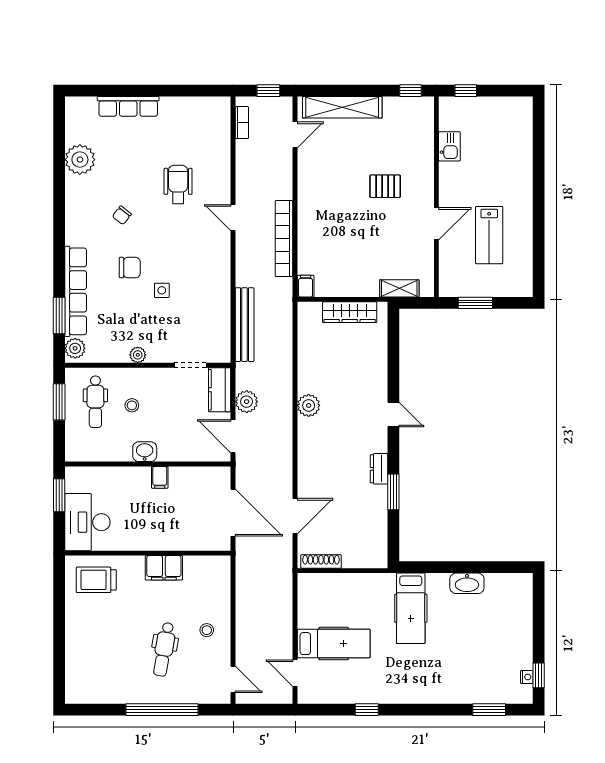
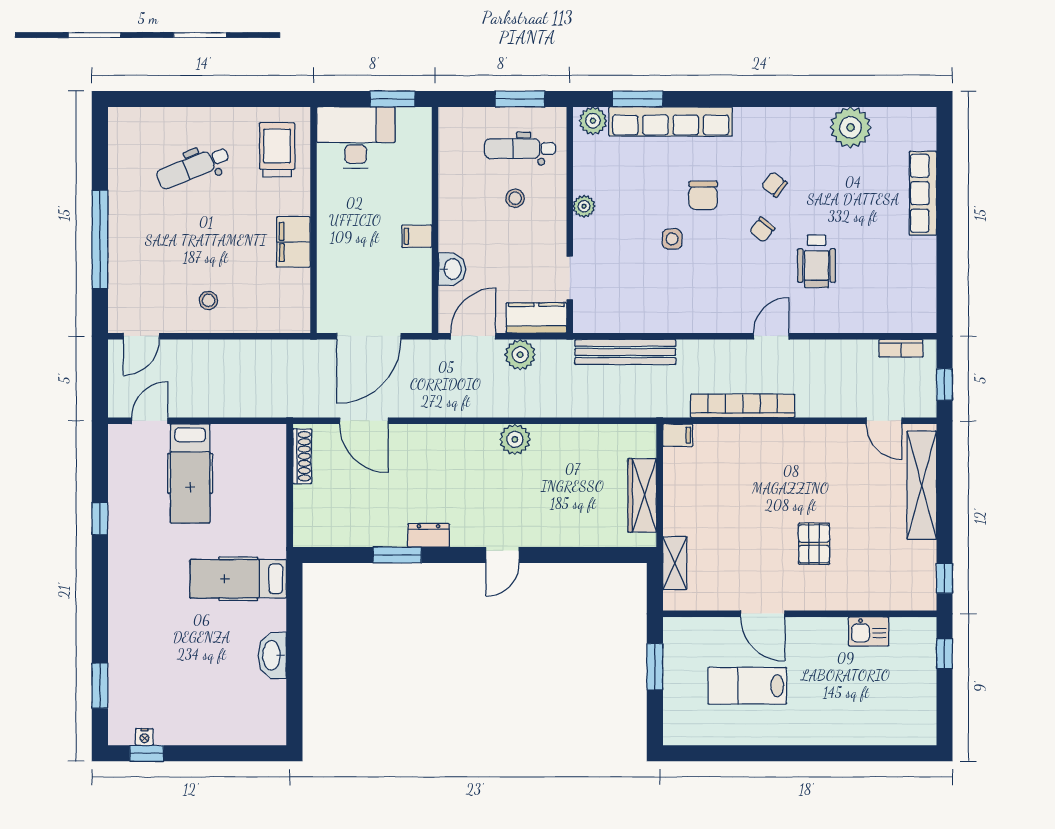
wheelchair: (178, 184) -> (817, 261), turned 90
chair: (155, 224) -> (762, 230), added
washbasin: (145, 452) -> (452, 269), moved
dental chair: (164, 649) -> (193, 167), moved, turned -32

